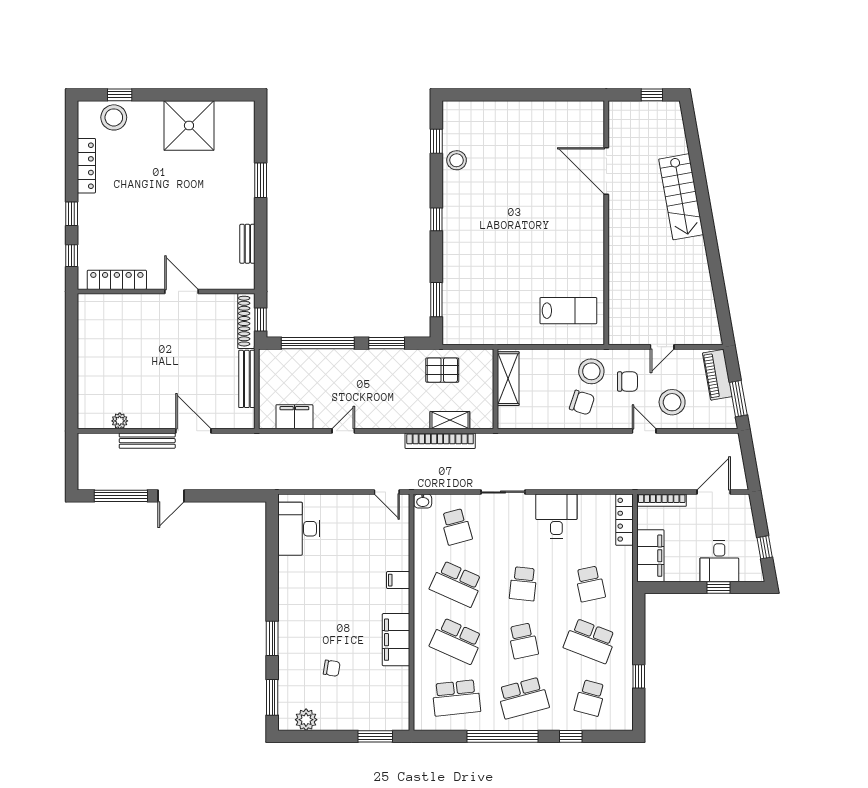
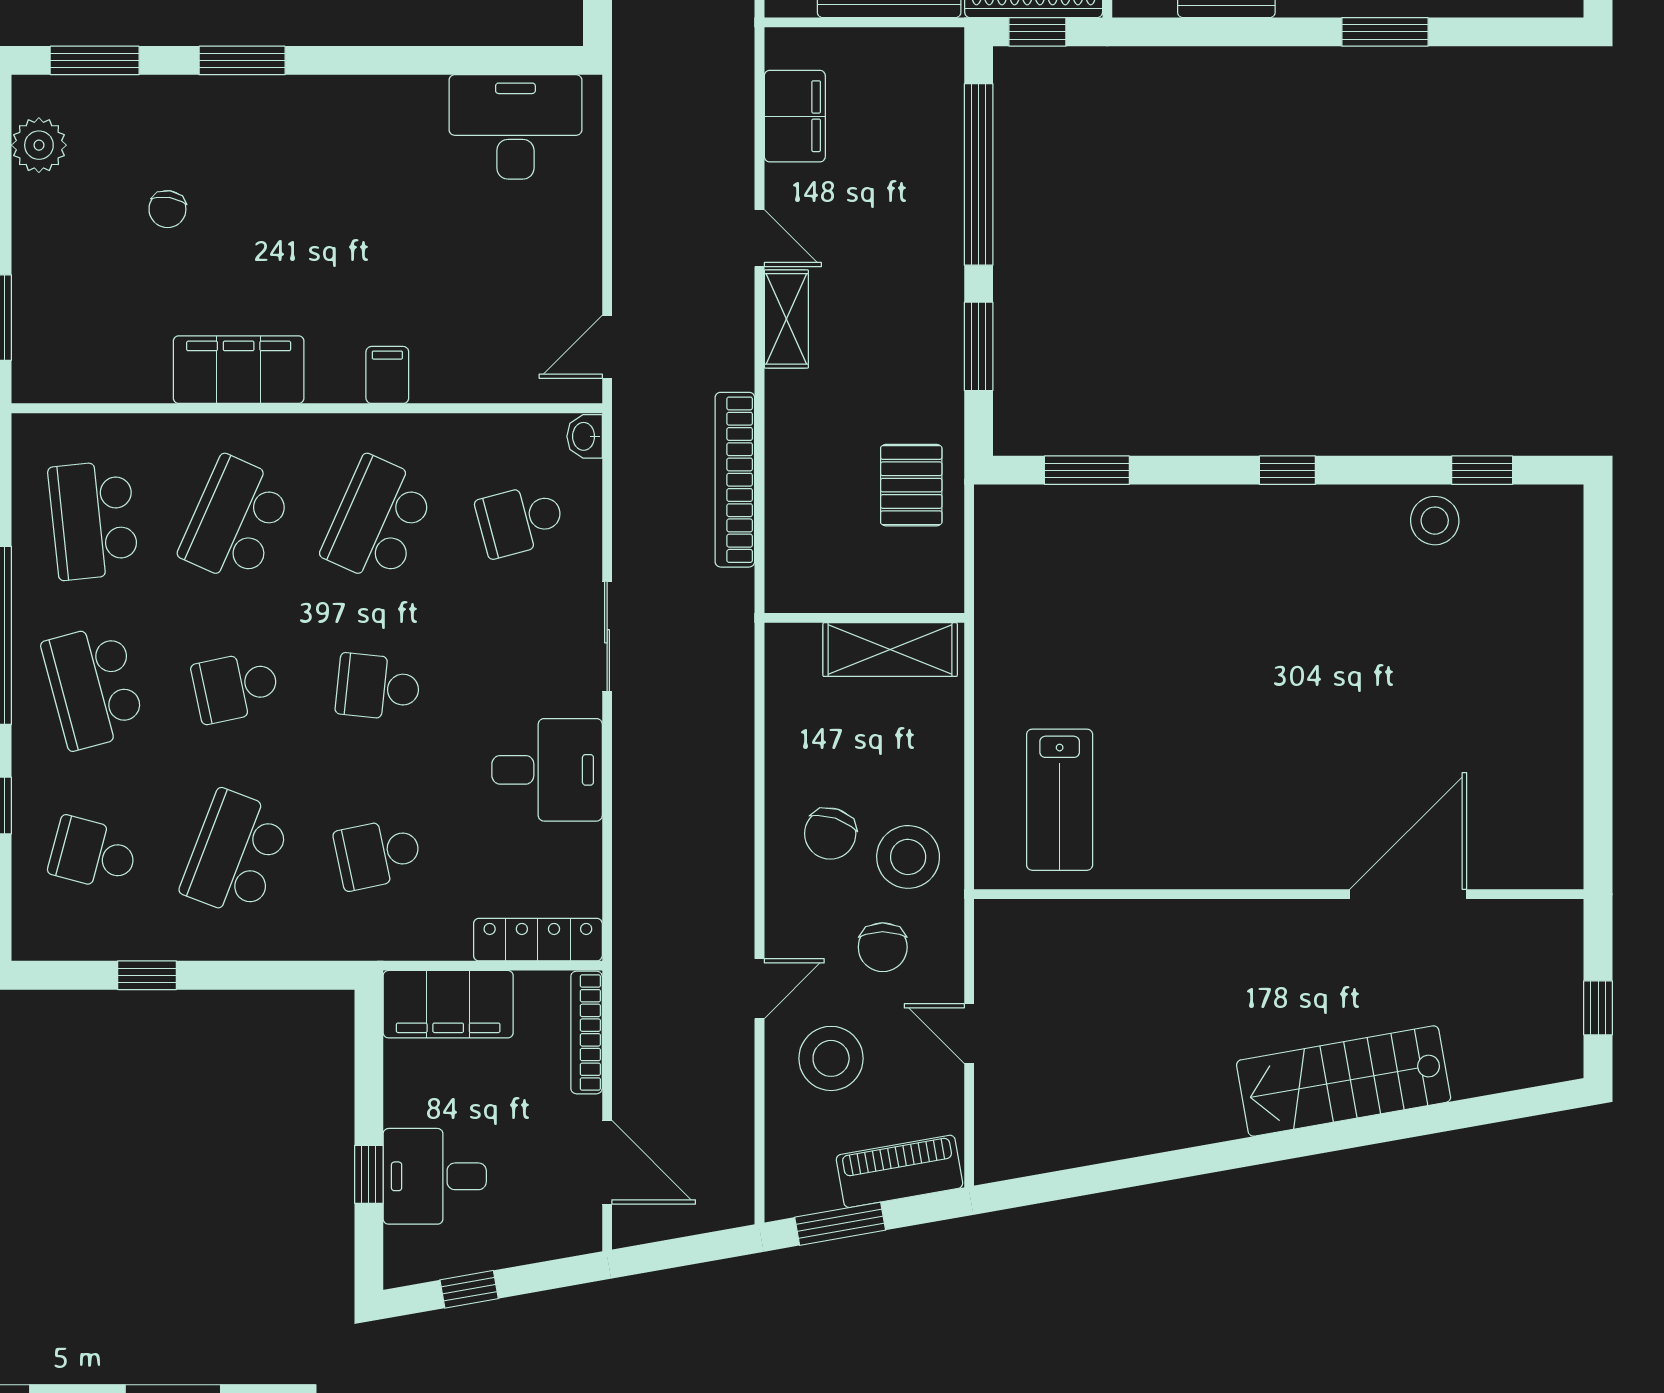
shelving: (450, 420) -> (786, 319), moved

